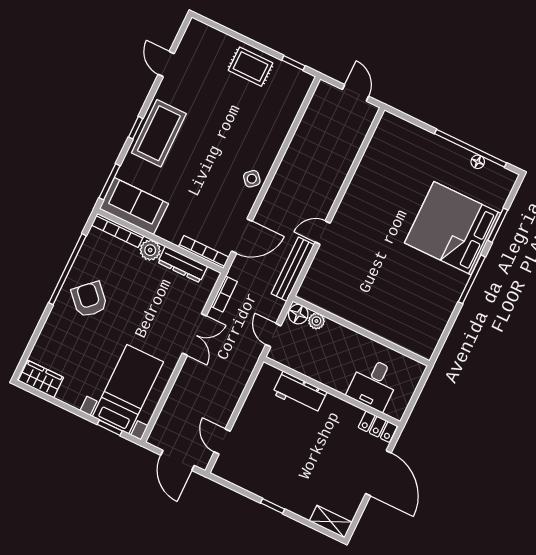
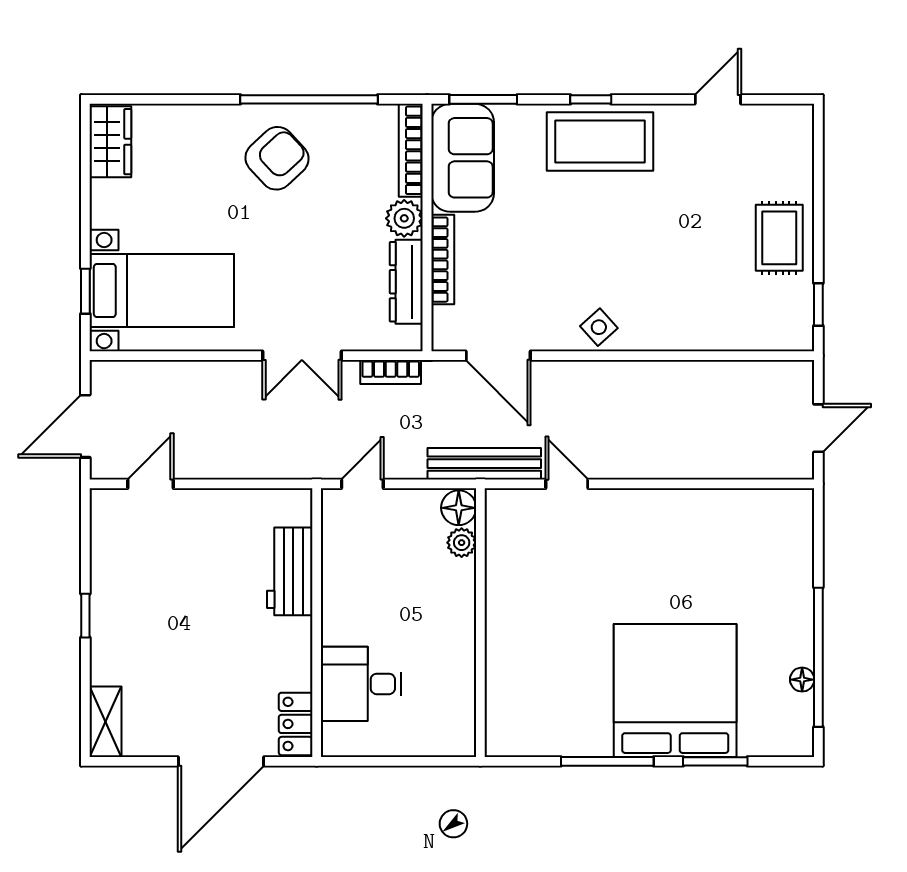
bookcase: (204, 252) -> (443, 260), moved
floor lamp: (298, 314) -> (459, 508), moved
plant: (316, 321) -> (462, 543), moved
wall: (361, 331) -> (480, 623), moved

